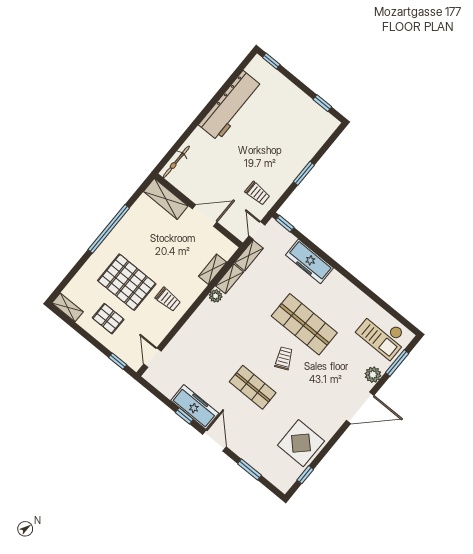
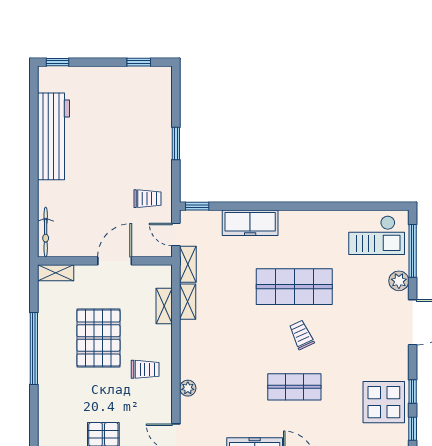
shelving: (166, 199) -> (56, 273), width x0.67, depth x0.75
pallet: (127, 282) -> (98, 338), moved, turned 90
plant: (216, 296) -> (188, 388), moved
window: (397, 363) -> (413, 251), width x1.44
window: (324, 451) -> (413, 392), added

